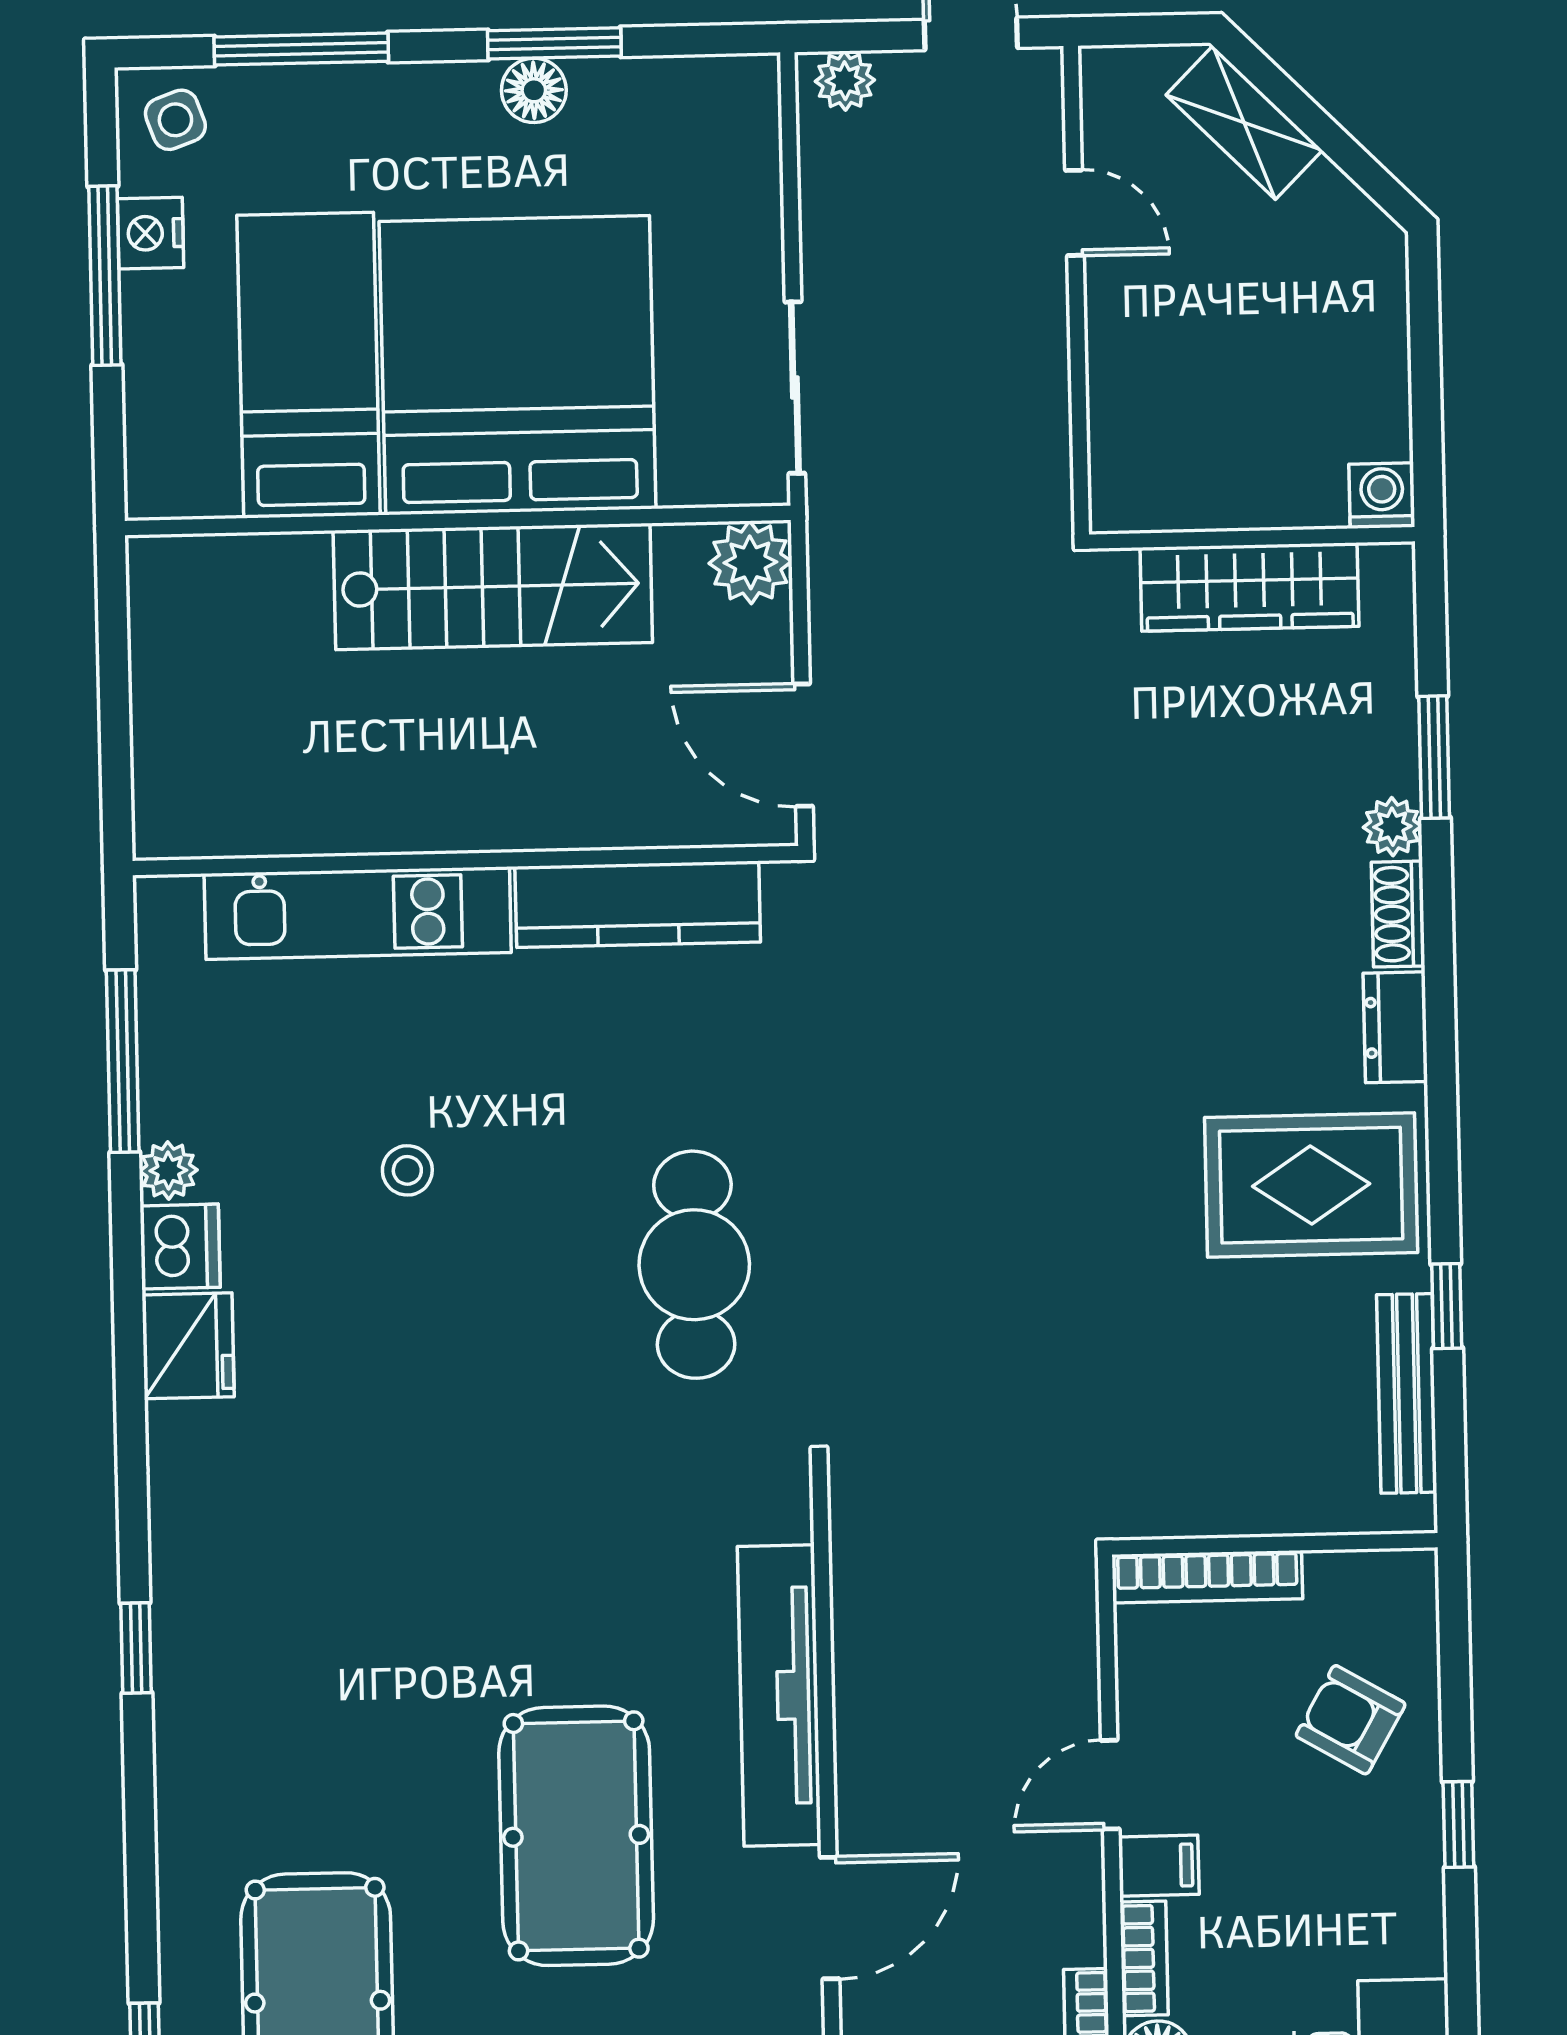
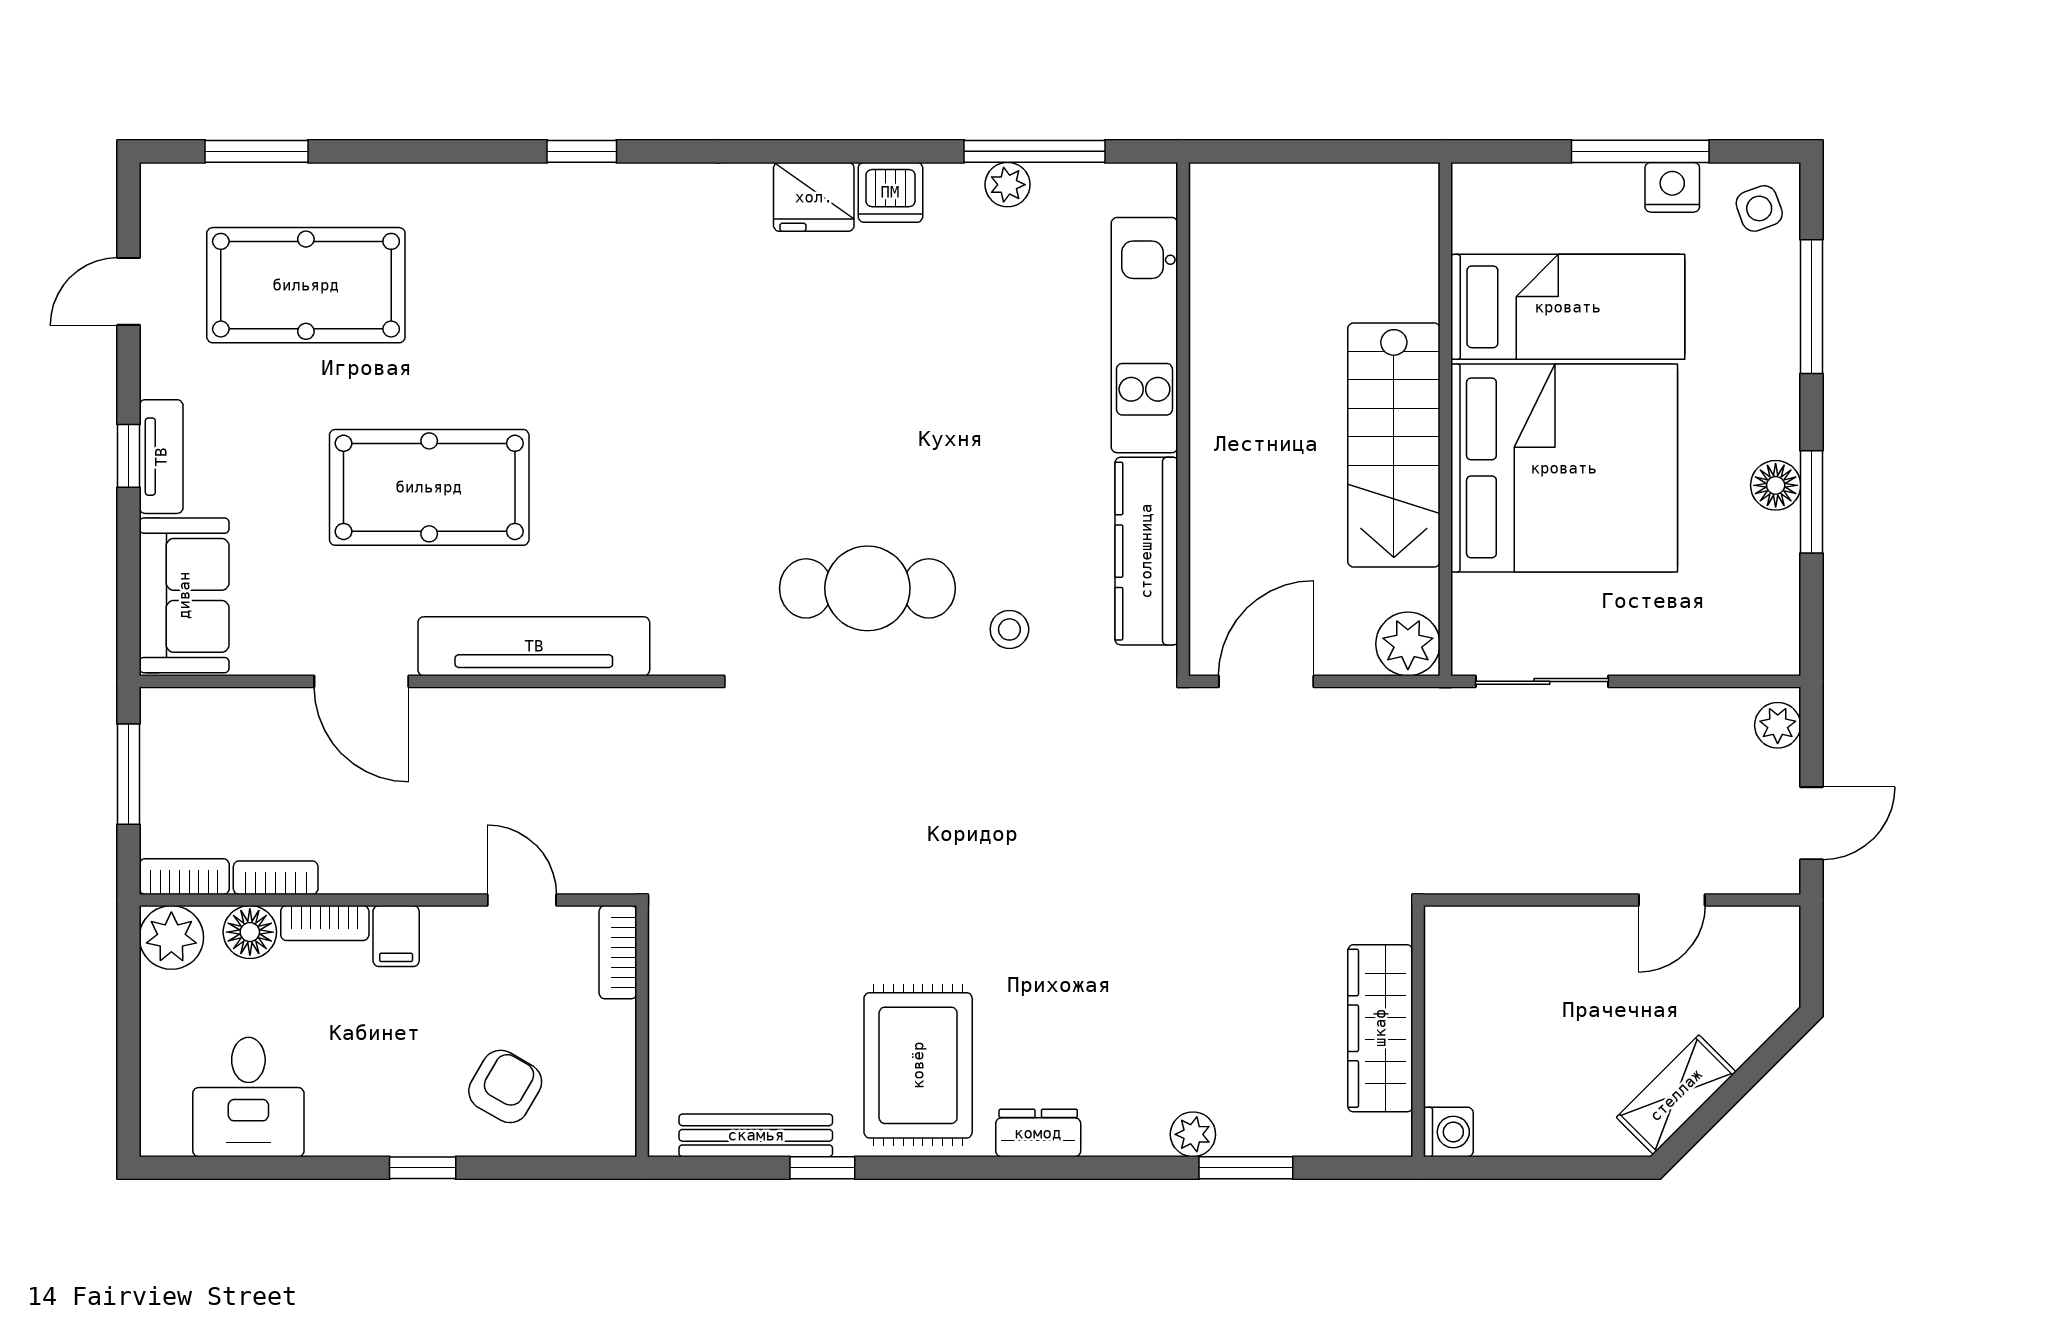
shelving: (1244, 123) -> (1676, 1095), moved
shoe rack: (1398, 914) -> (1125, 1137), removed
plant: (168, 1170) -> (1008, 185), moved
stool: (407, 1170) -> (1009, 629), moved
bookcase: (1207, 1577) -> (618, 952), width x0.64
door: (1110, 1785) -> (522, 900), moved

